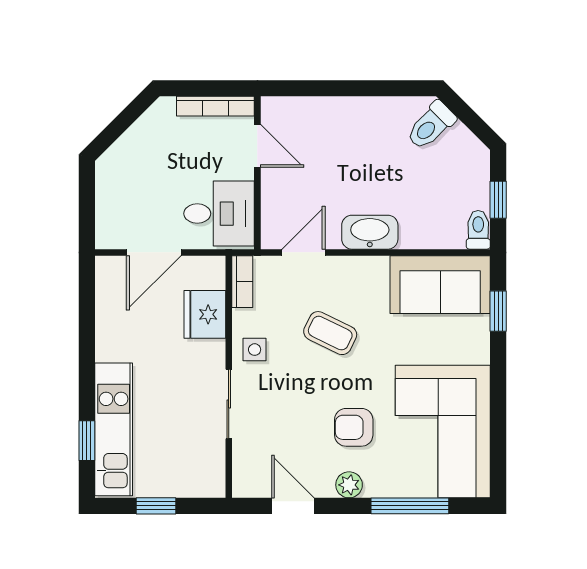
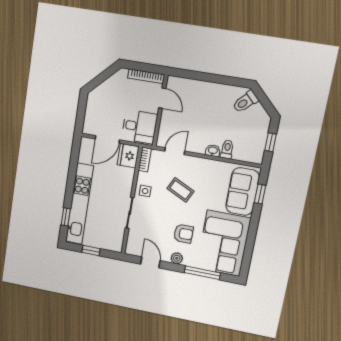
toilet: (478, 230) -> (227, 149), moved
washbasin: (370, 232) -> (213, 151), width x0.52, depth x0.69
sofa: (440, 285) -> (243, 192), moved, turned 90
fridge: (205, 314) -> (128, 156), moved
armchair: (354, 427) -> (183, 234), turned 180
kitchen unit: (114, 429) -> (79, 204), width x1.36

